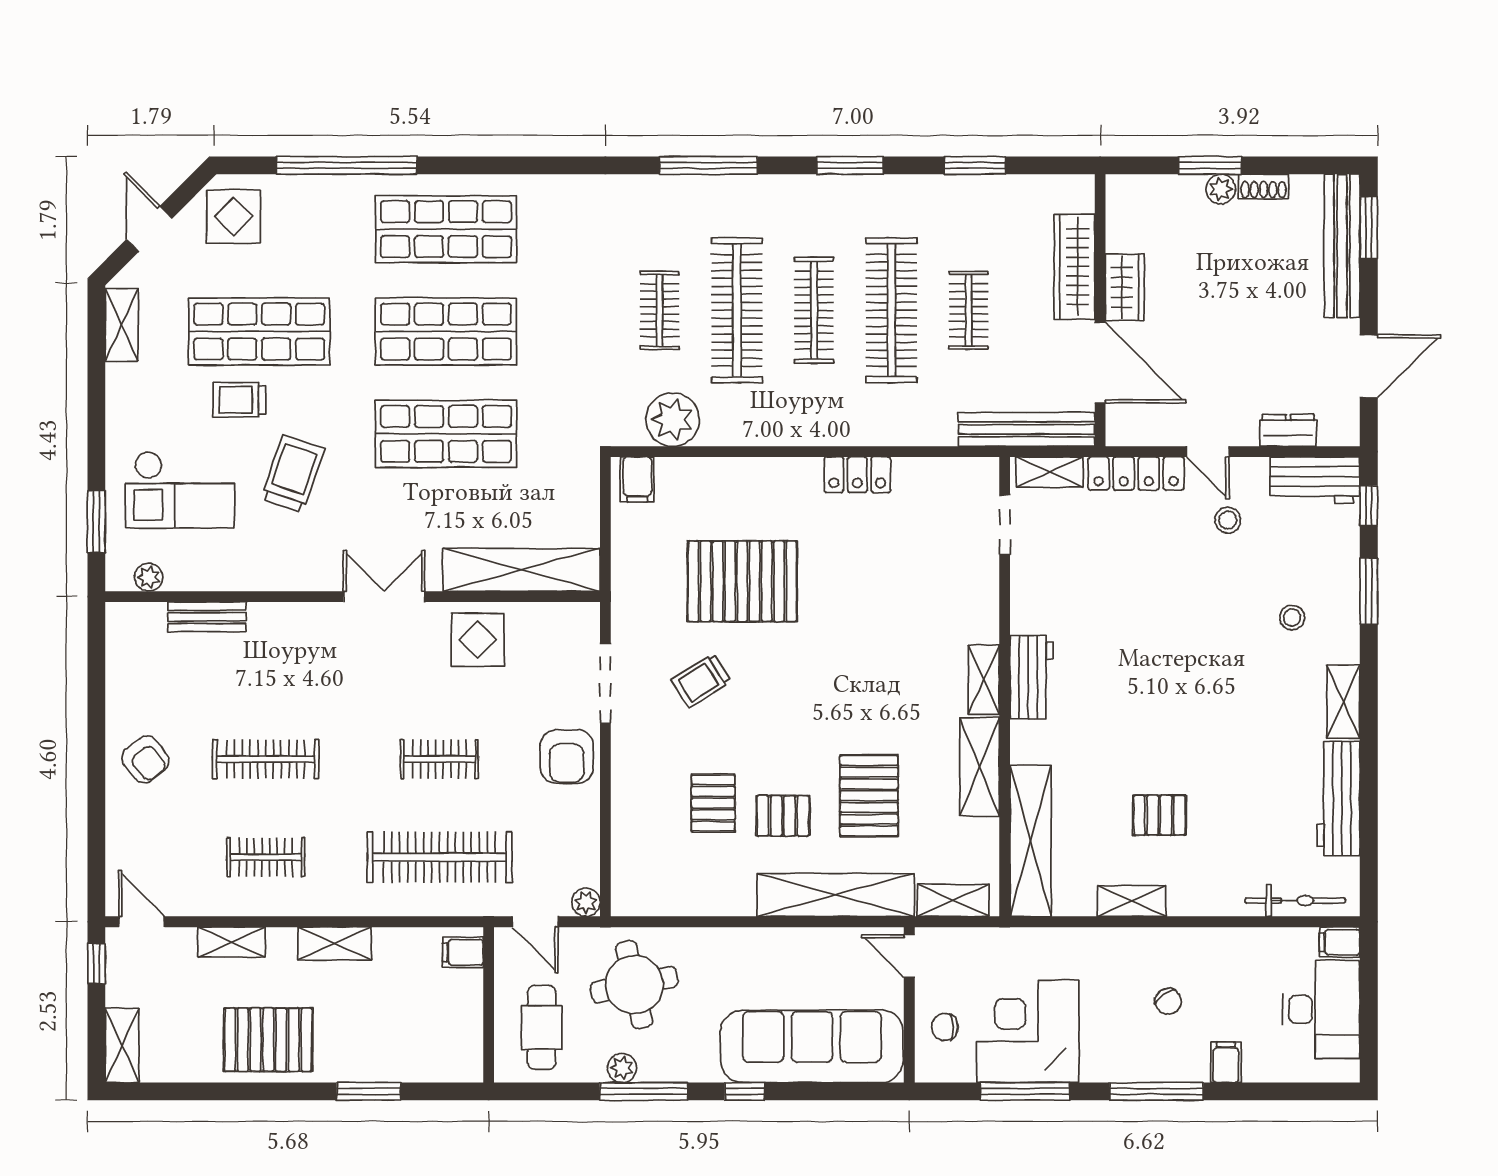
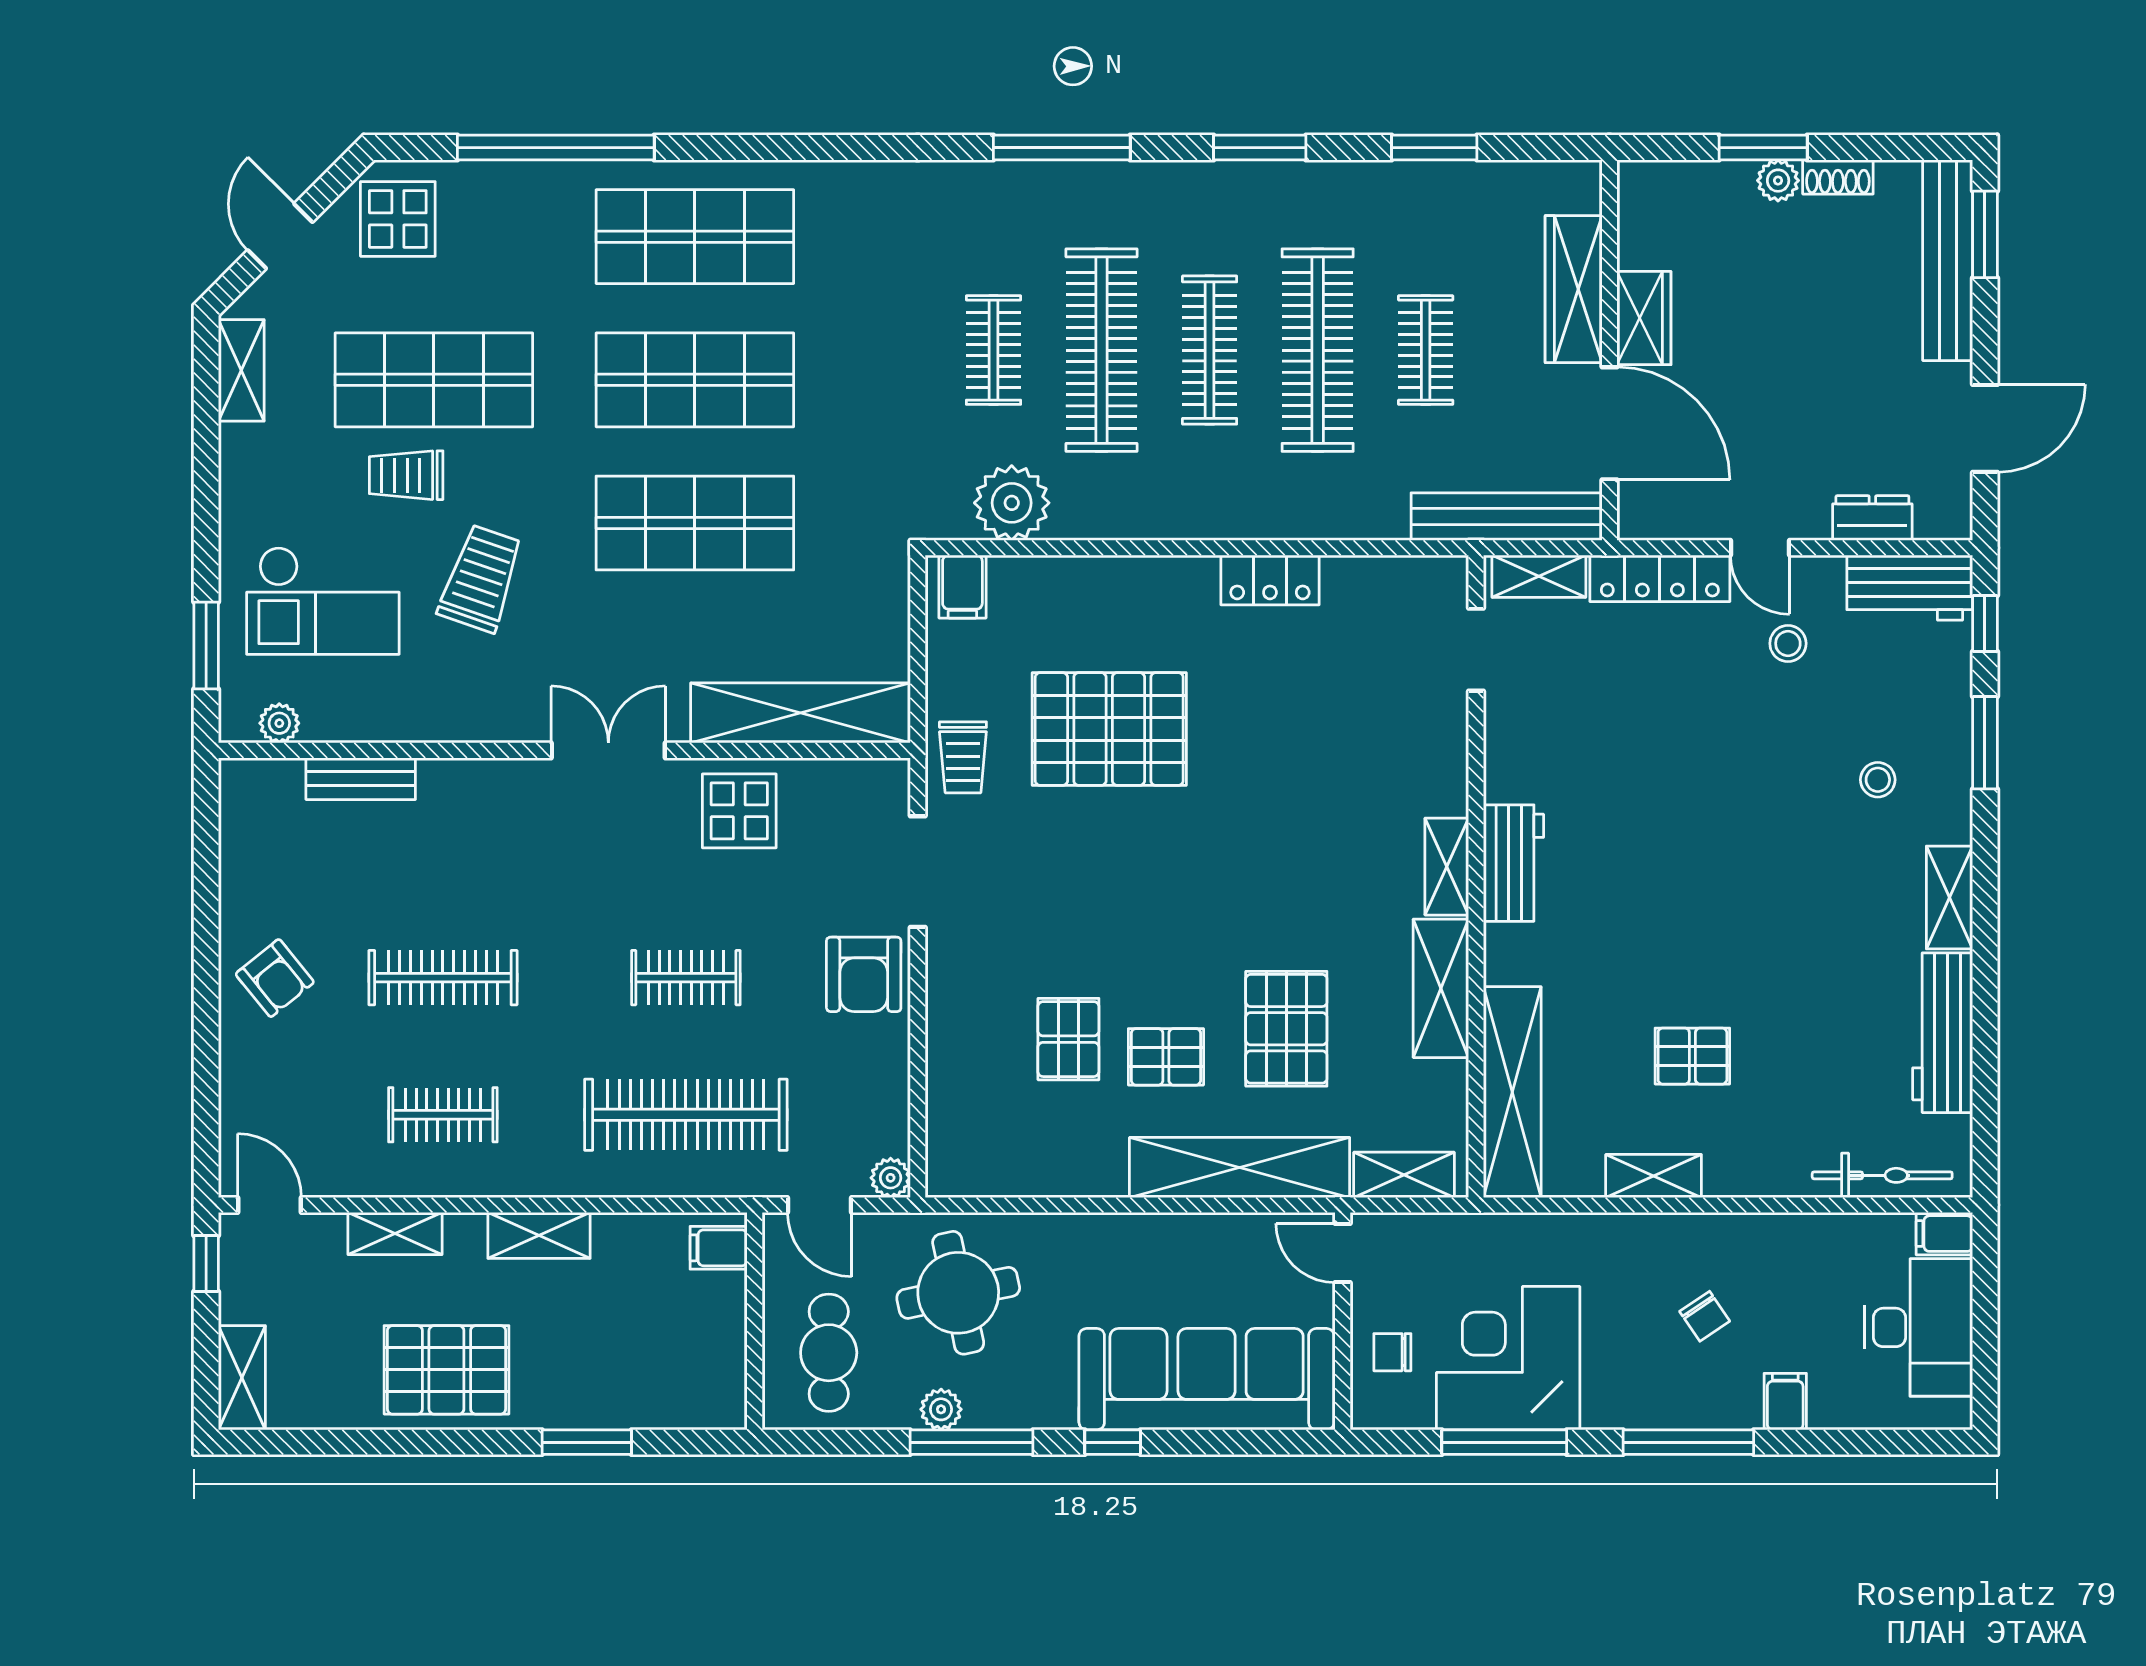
trolley: (701, 681) -> (963, 757), moved, turned -58

